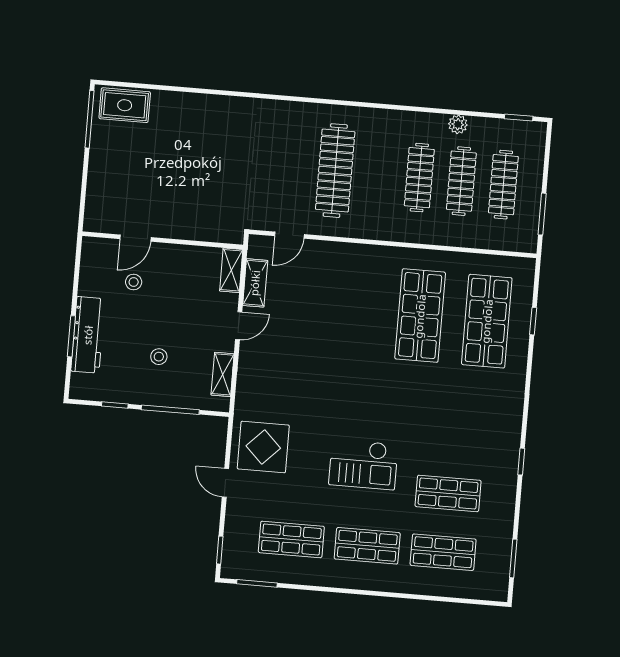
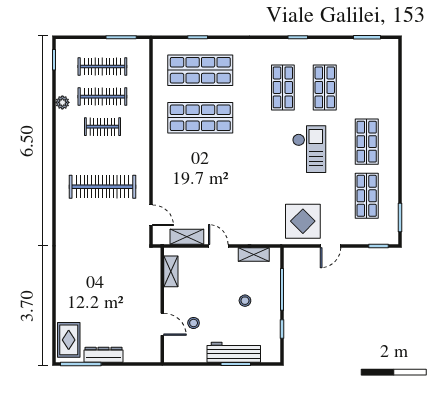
dresser: (100, 152) -> (104, 355), added
clothes rail: (419, 178) -> (102, 127), width x0.73
shelving: (231, 270) -> (171, 271), moved, turned 90
shop shelf: (443, 552) -> (283, 87), moved

